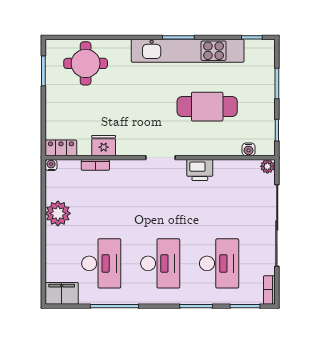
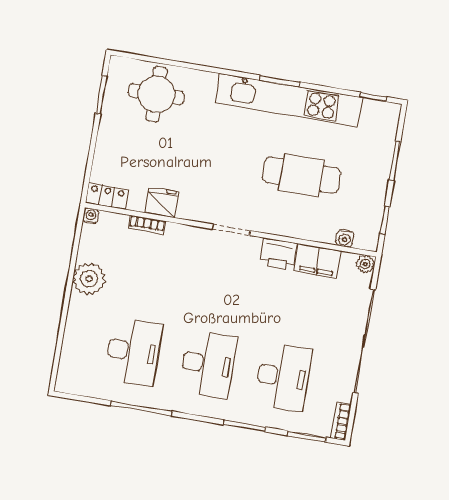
filing cabinet: (62, 293) -> (317, 261), moved, turned 180

